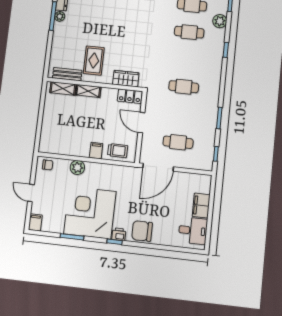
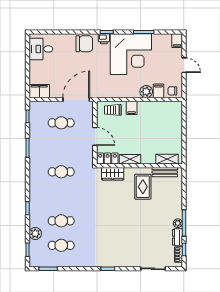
shelving: (88, 91) -> (130, 159), moved
filing cabinet: (63, 167) -> (158, 91), added
filing cabinet: (201, 206) -> (39, 91), moved, turned -90

